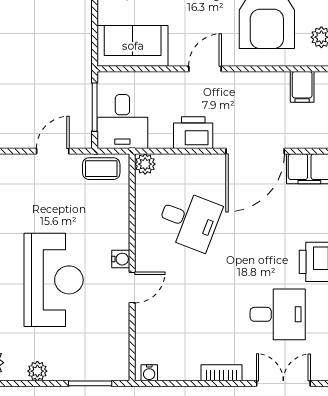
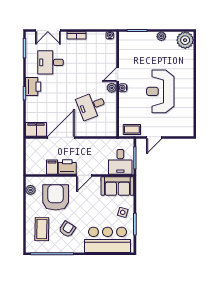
filing cabinet: (302, 87) -> (52, 167), moved
desk: (122, 122) -> (120, 162), moved, turned 180
printer: (193, 133) -> (67, 167), moved, turned 180
plant: (145, 164) -> (112, 88), moved
desk: (189, 220) -> (91, 106), turned -42
reception desk: (54, 280) -> (160, 91), moved

